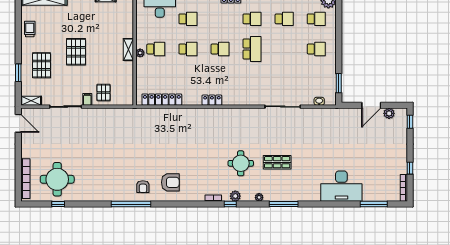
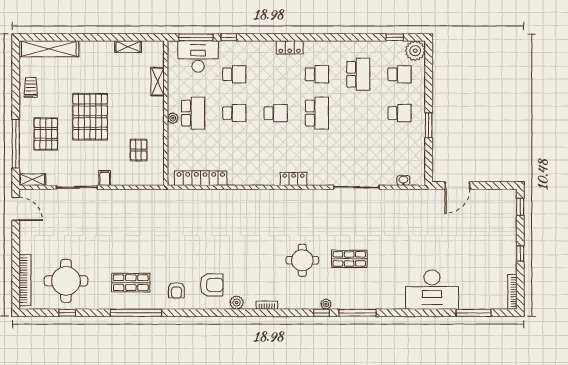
school desk: (284, 19) -> (358, 74), width x1.85
shelving: (128, 49) -> (158, 82), moved
school desk: (156, 49) -> (193, 113), width x1.85
pallet: (76, 52) -> (90, 117), width x1.37, depth x1.41
window: (18, 73) -> (16, 144), width x2.11
window: (339, 83) -> (429, 125), moved
pallet: (103, 93) -> (139, 150), moved
locker: (212, 100) -> (294, 179), moved
door: (371, 105) -> (457, 185), moved
plant: (389, 113) -> (493, 196), removed
window: (410, 168) -> (520, 253), moved
shop shelf: (108, 181) -> (131, 283), added
plant: (235, 196) -> (237, 303), moved
window: (131, 204) -> (136, 313), moved
window: (230, 204) -> (322, 313), moved

